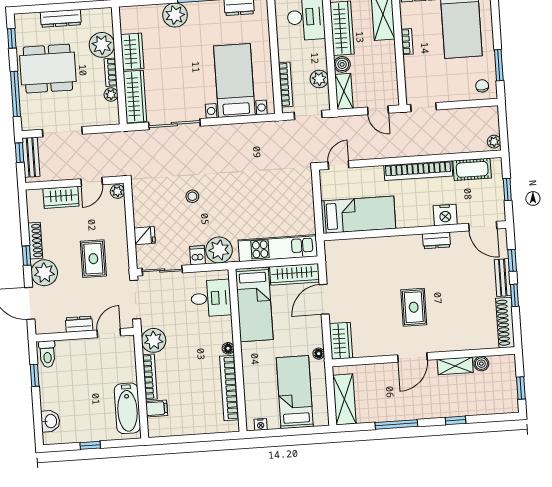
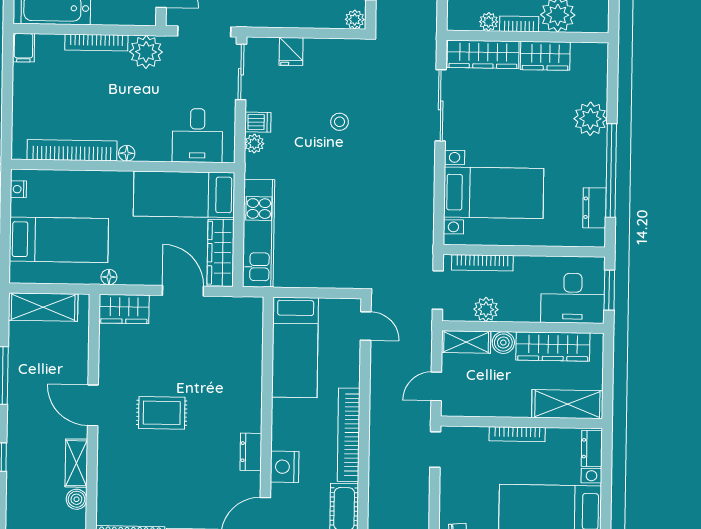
bookcase: (407, 42) -> (517, 434), width x1.56
plant: (219, 250) -> (254, 144), width x0.53, depth x0.53
filing cabinet: (157, 408) -> (23, 48), moved

